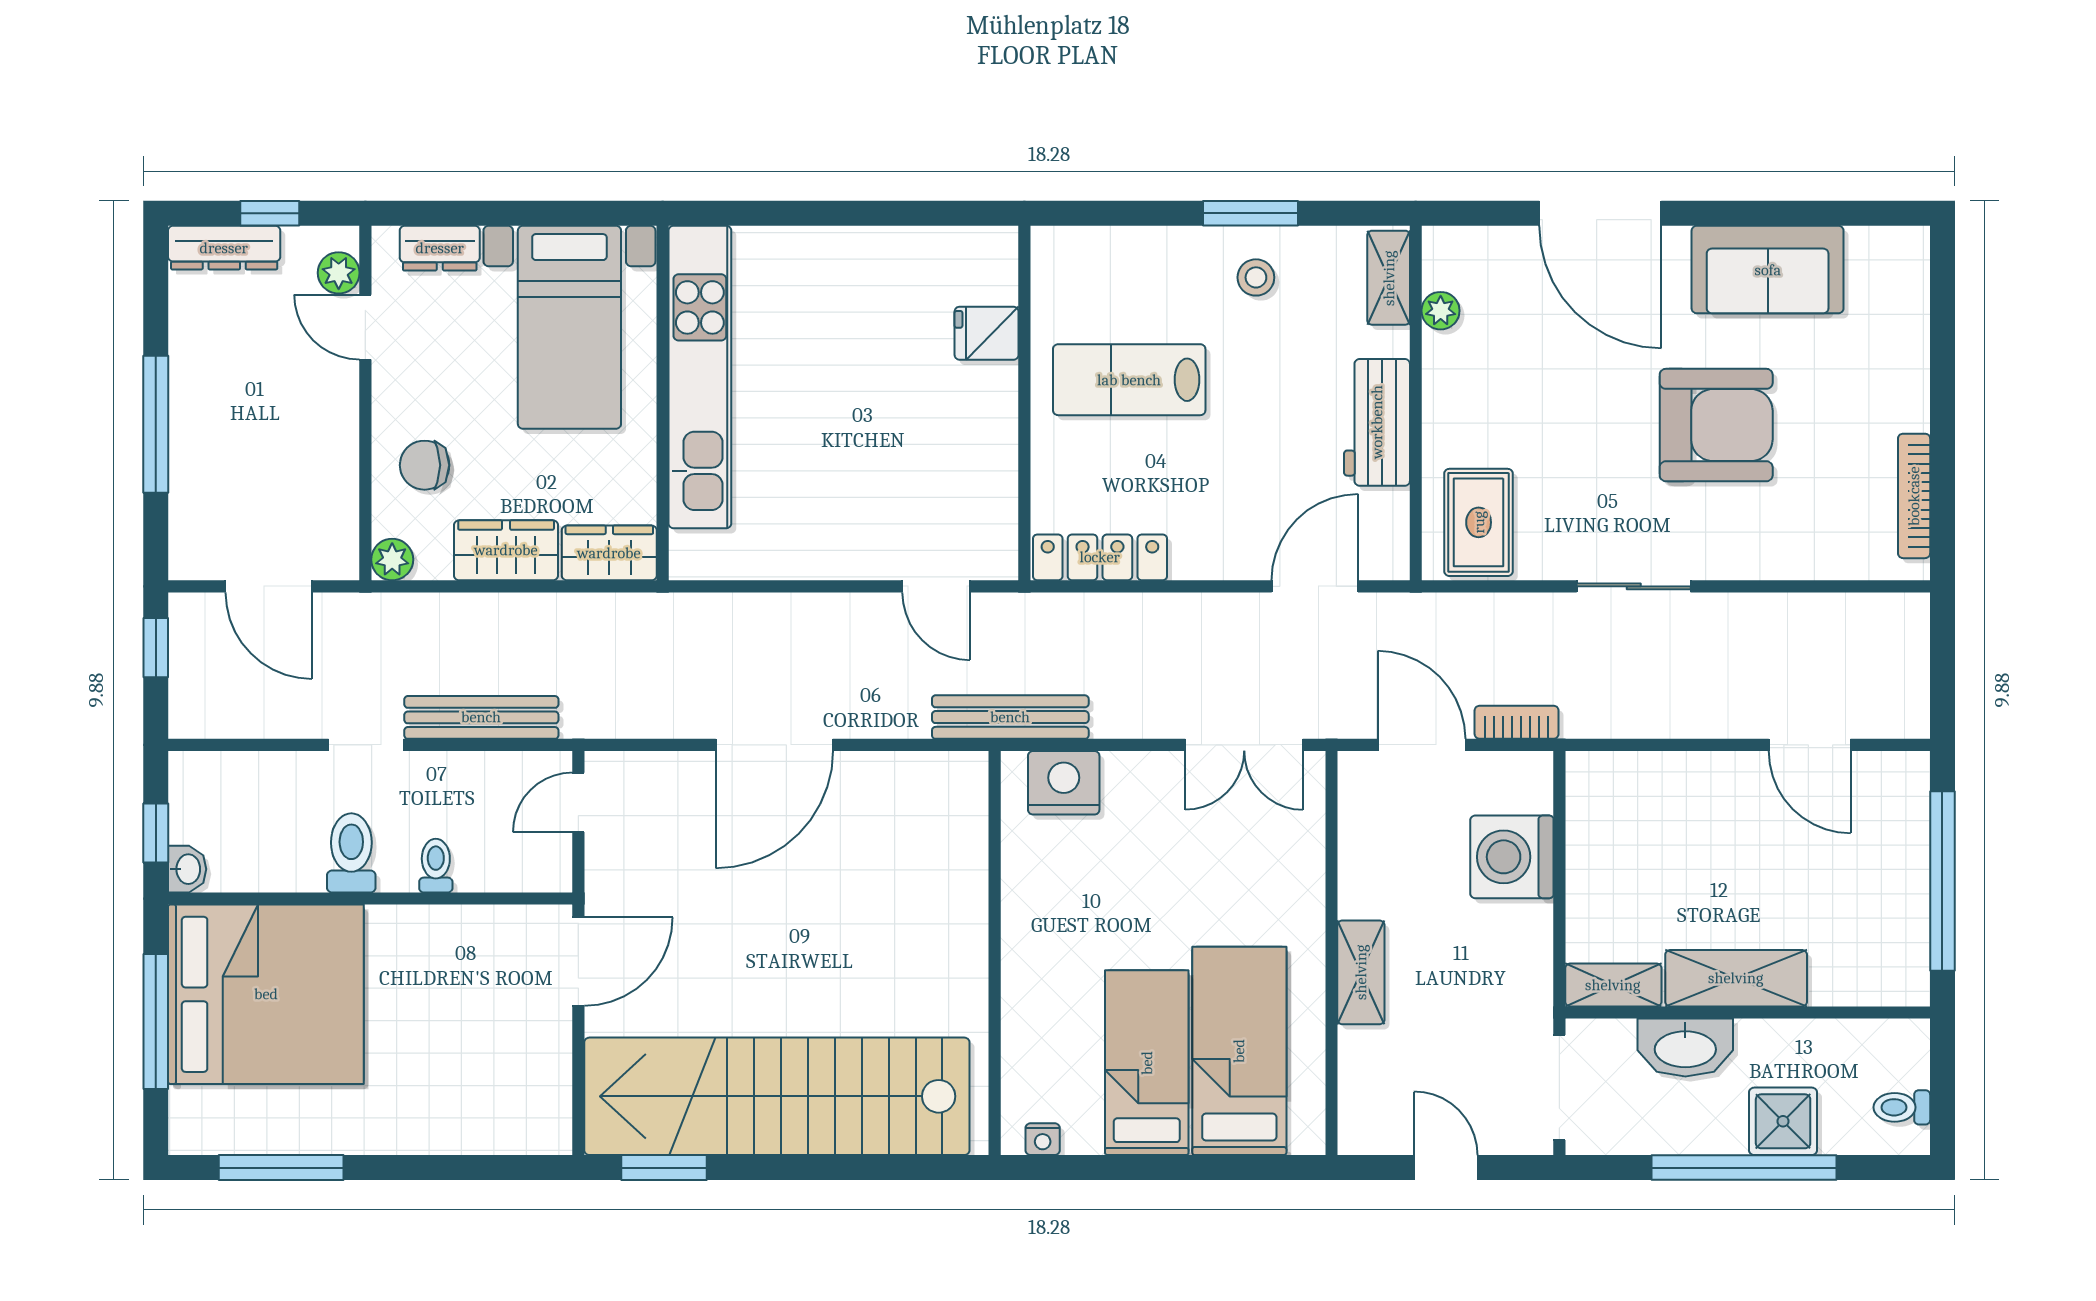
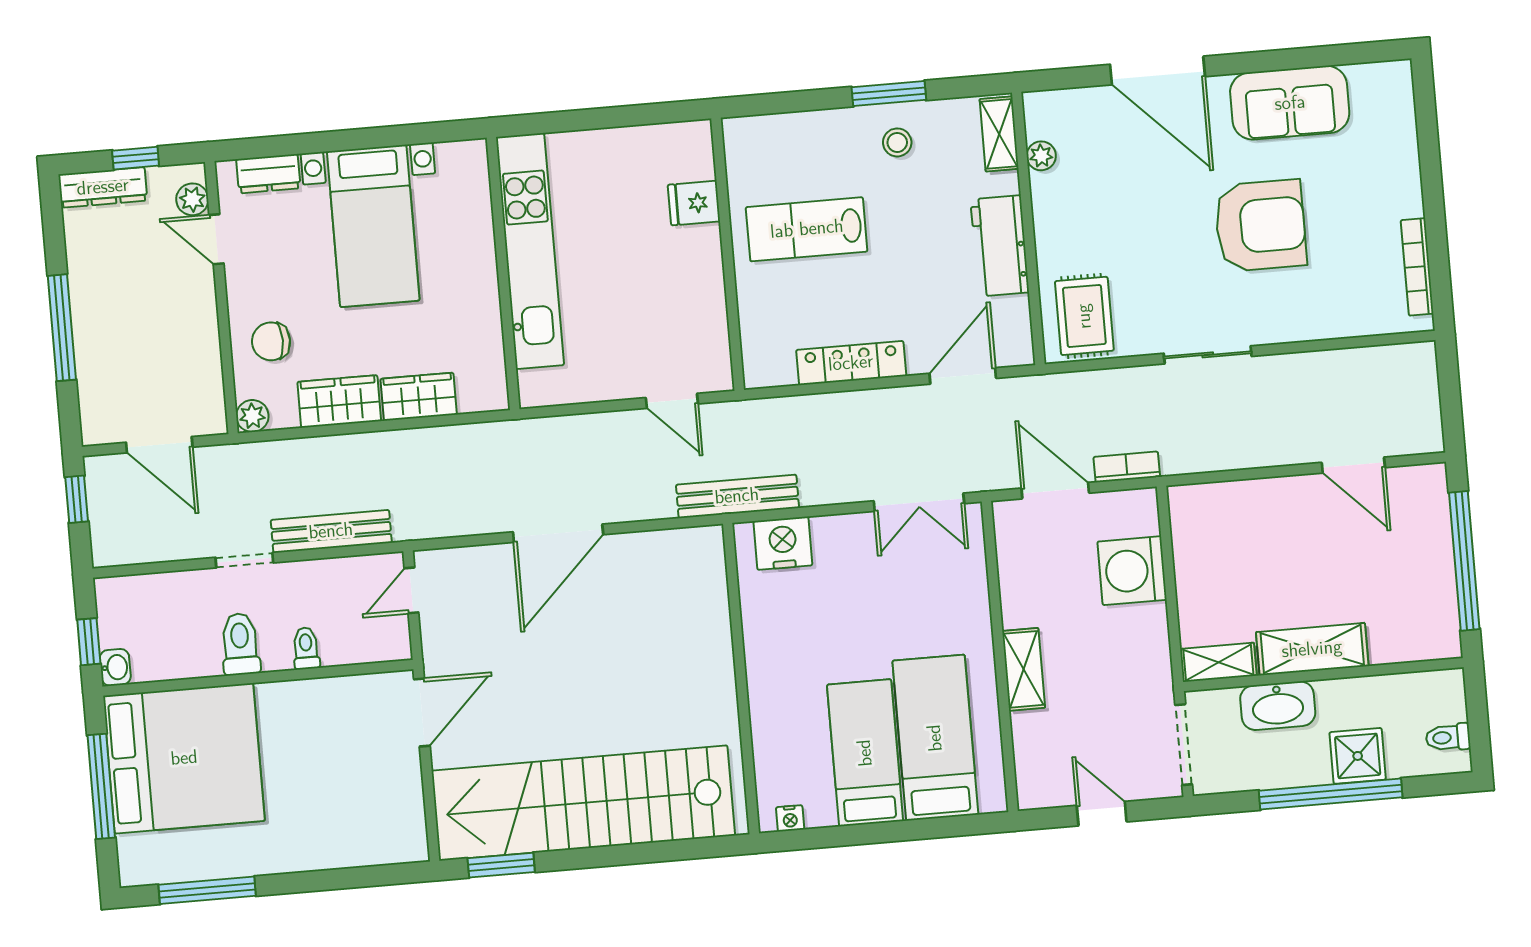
kitchen unit: (700, 377) -> (530, 251), moved
wall: (663, 403) -> (503, 273), moved
locker: (1100, 557) -> (851, 363), moved

